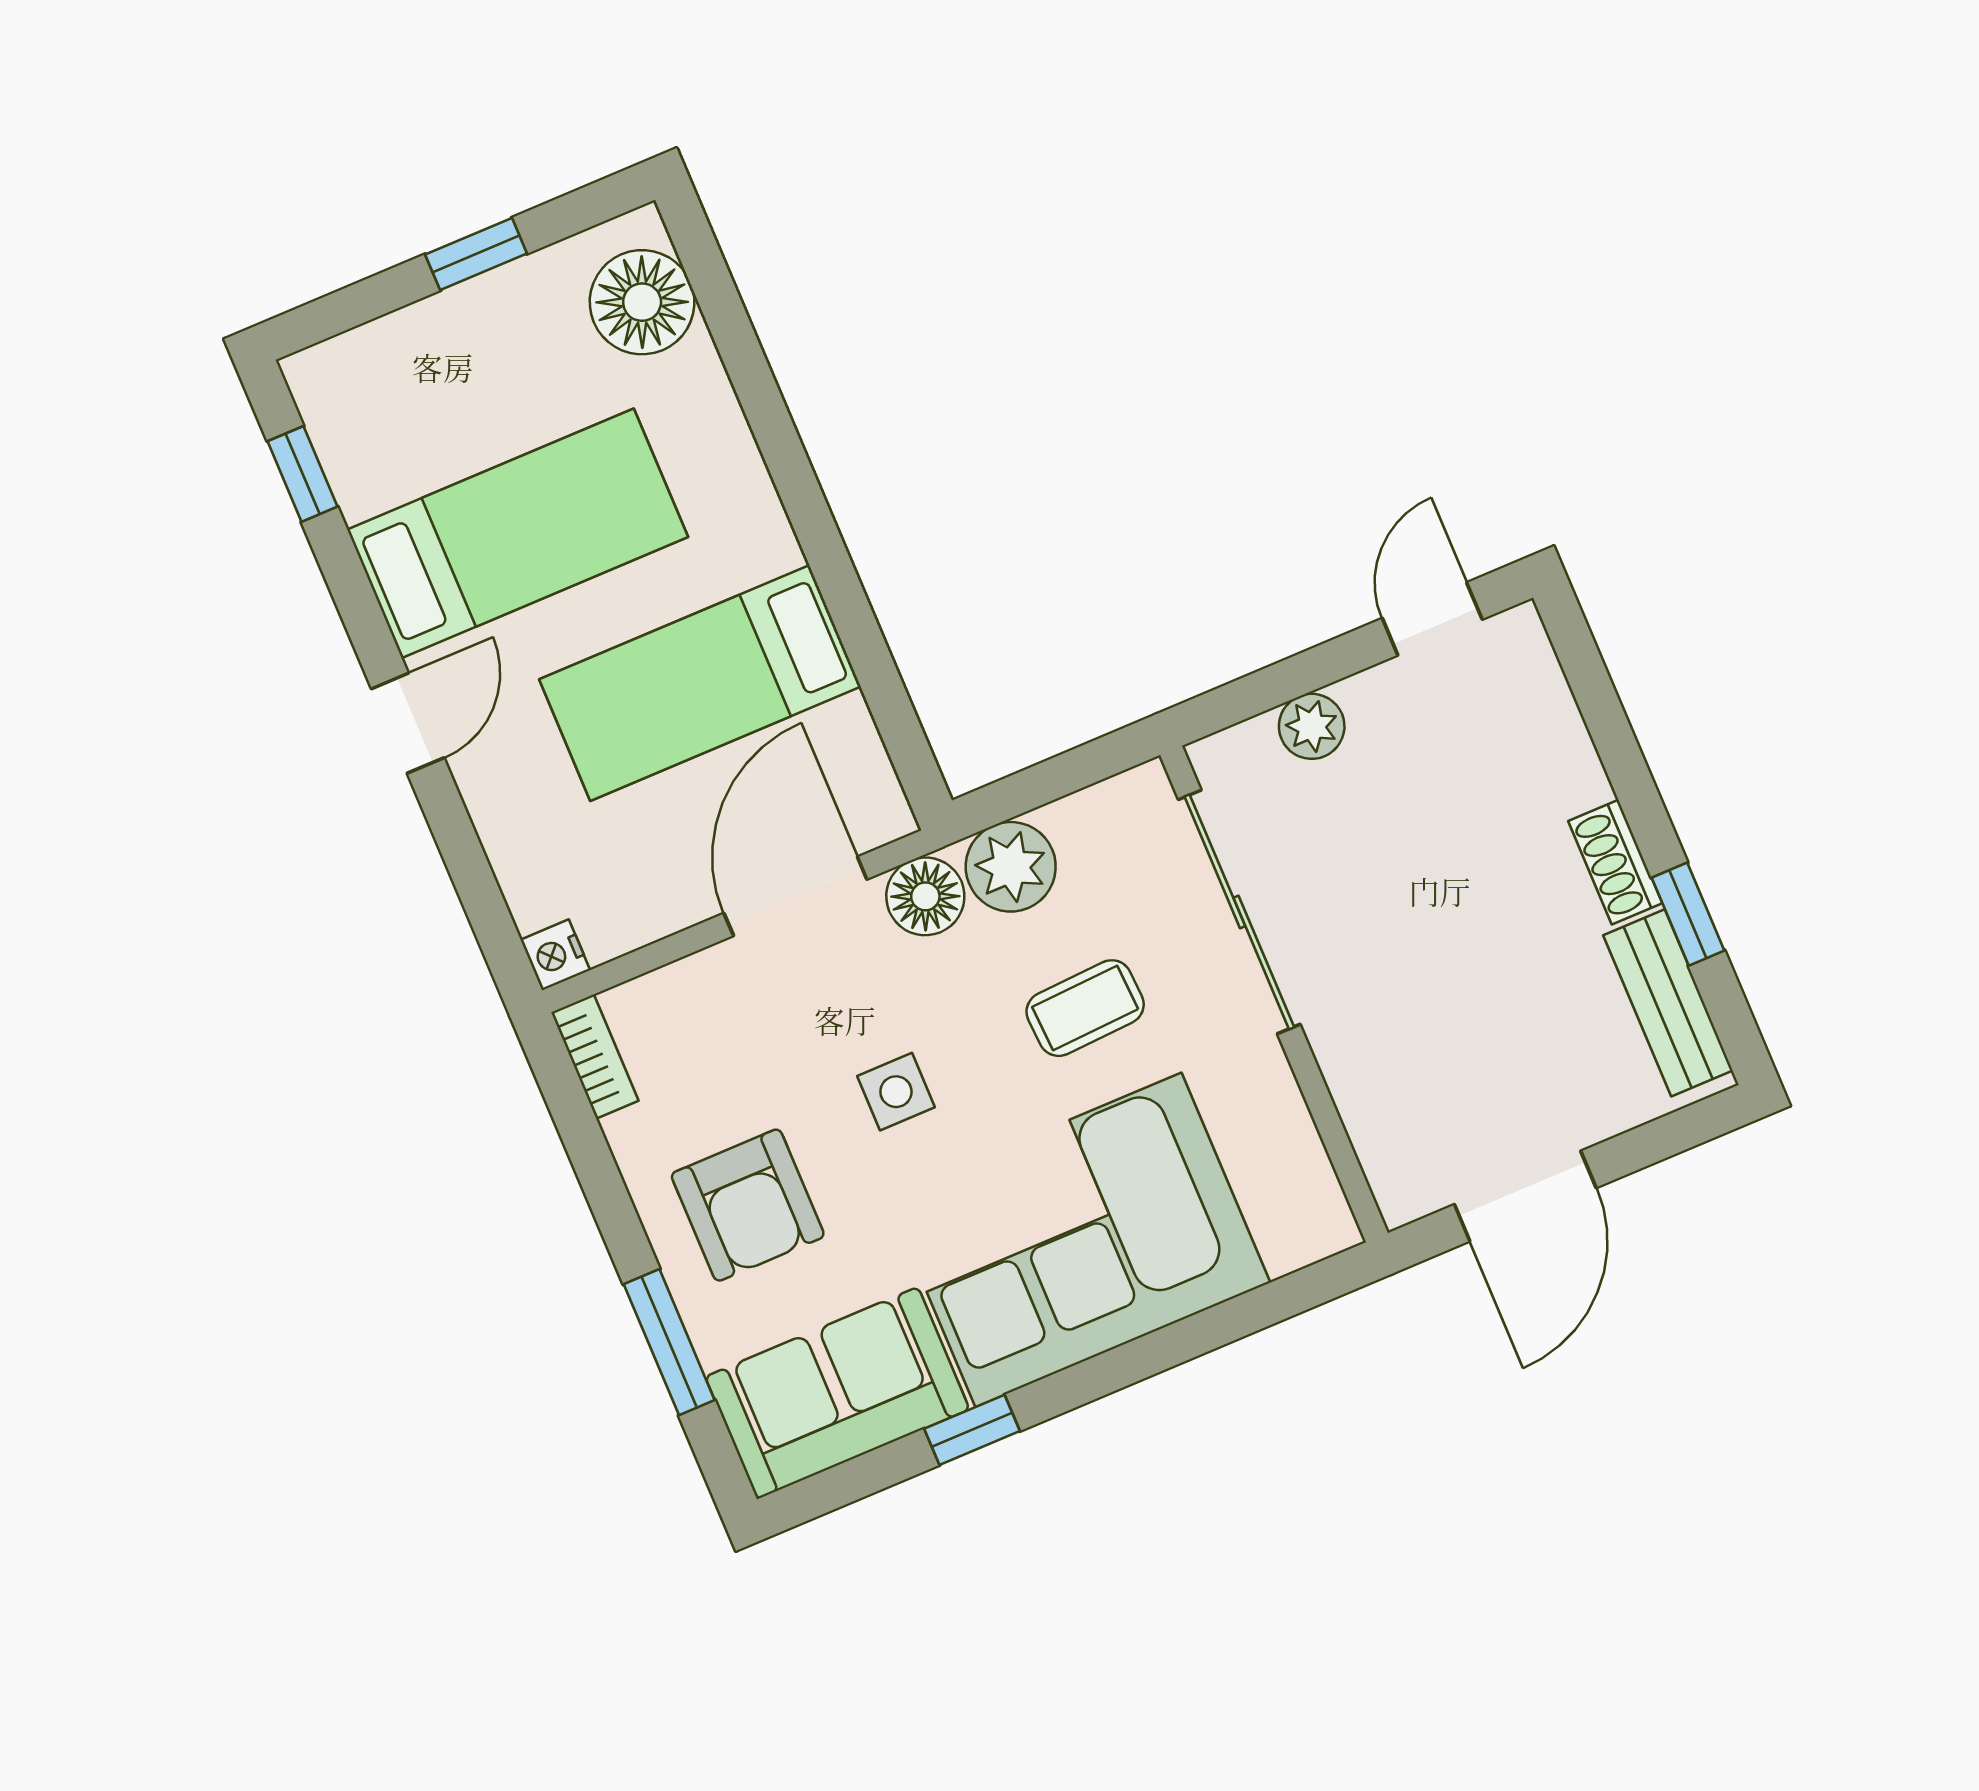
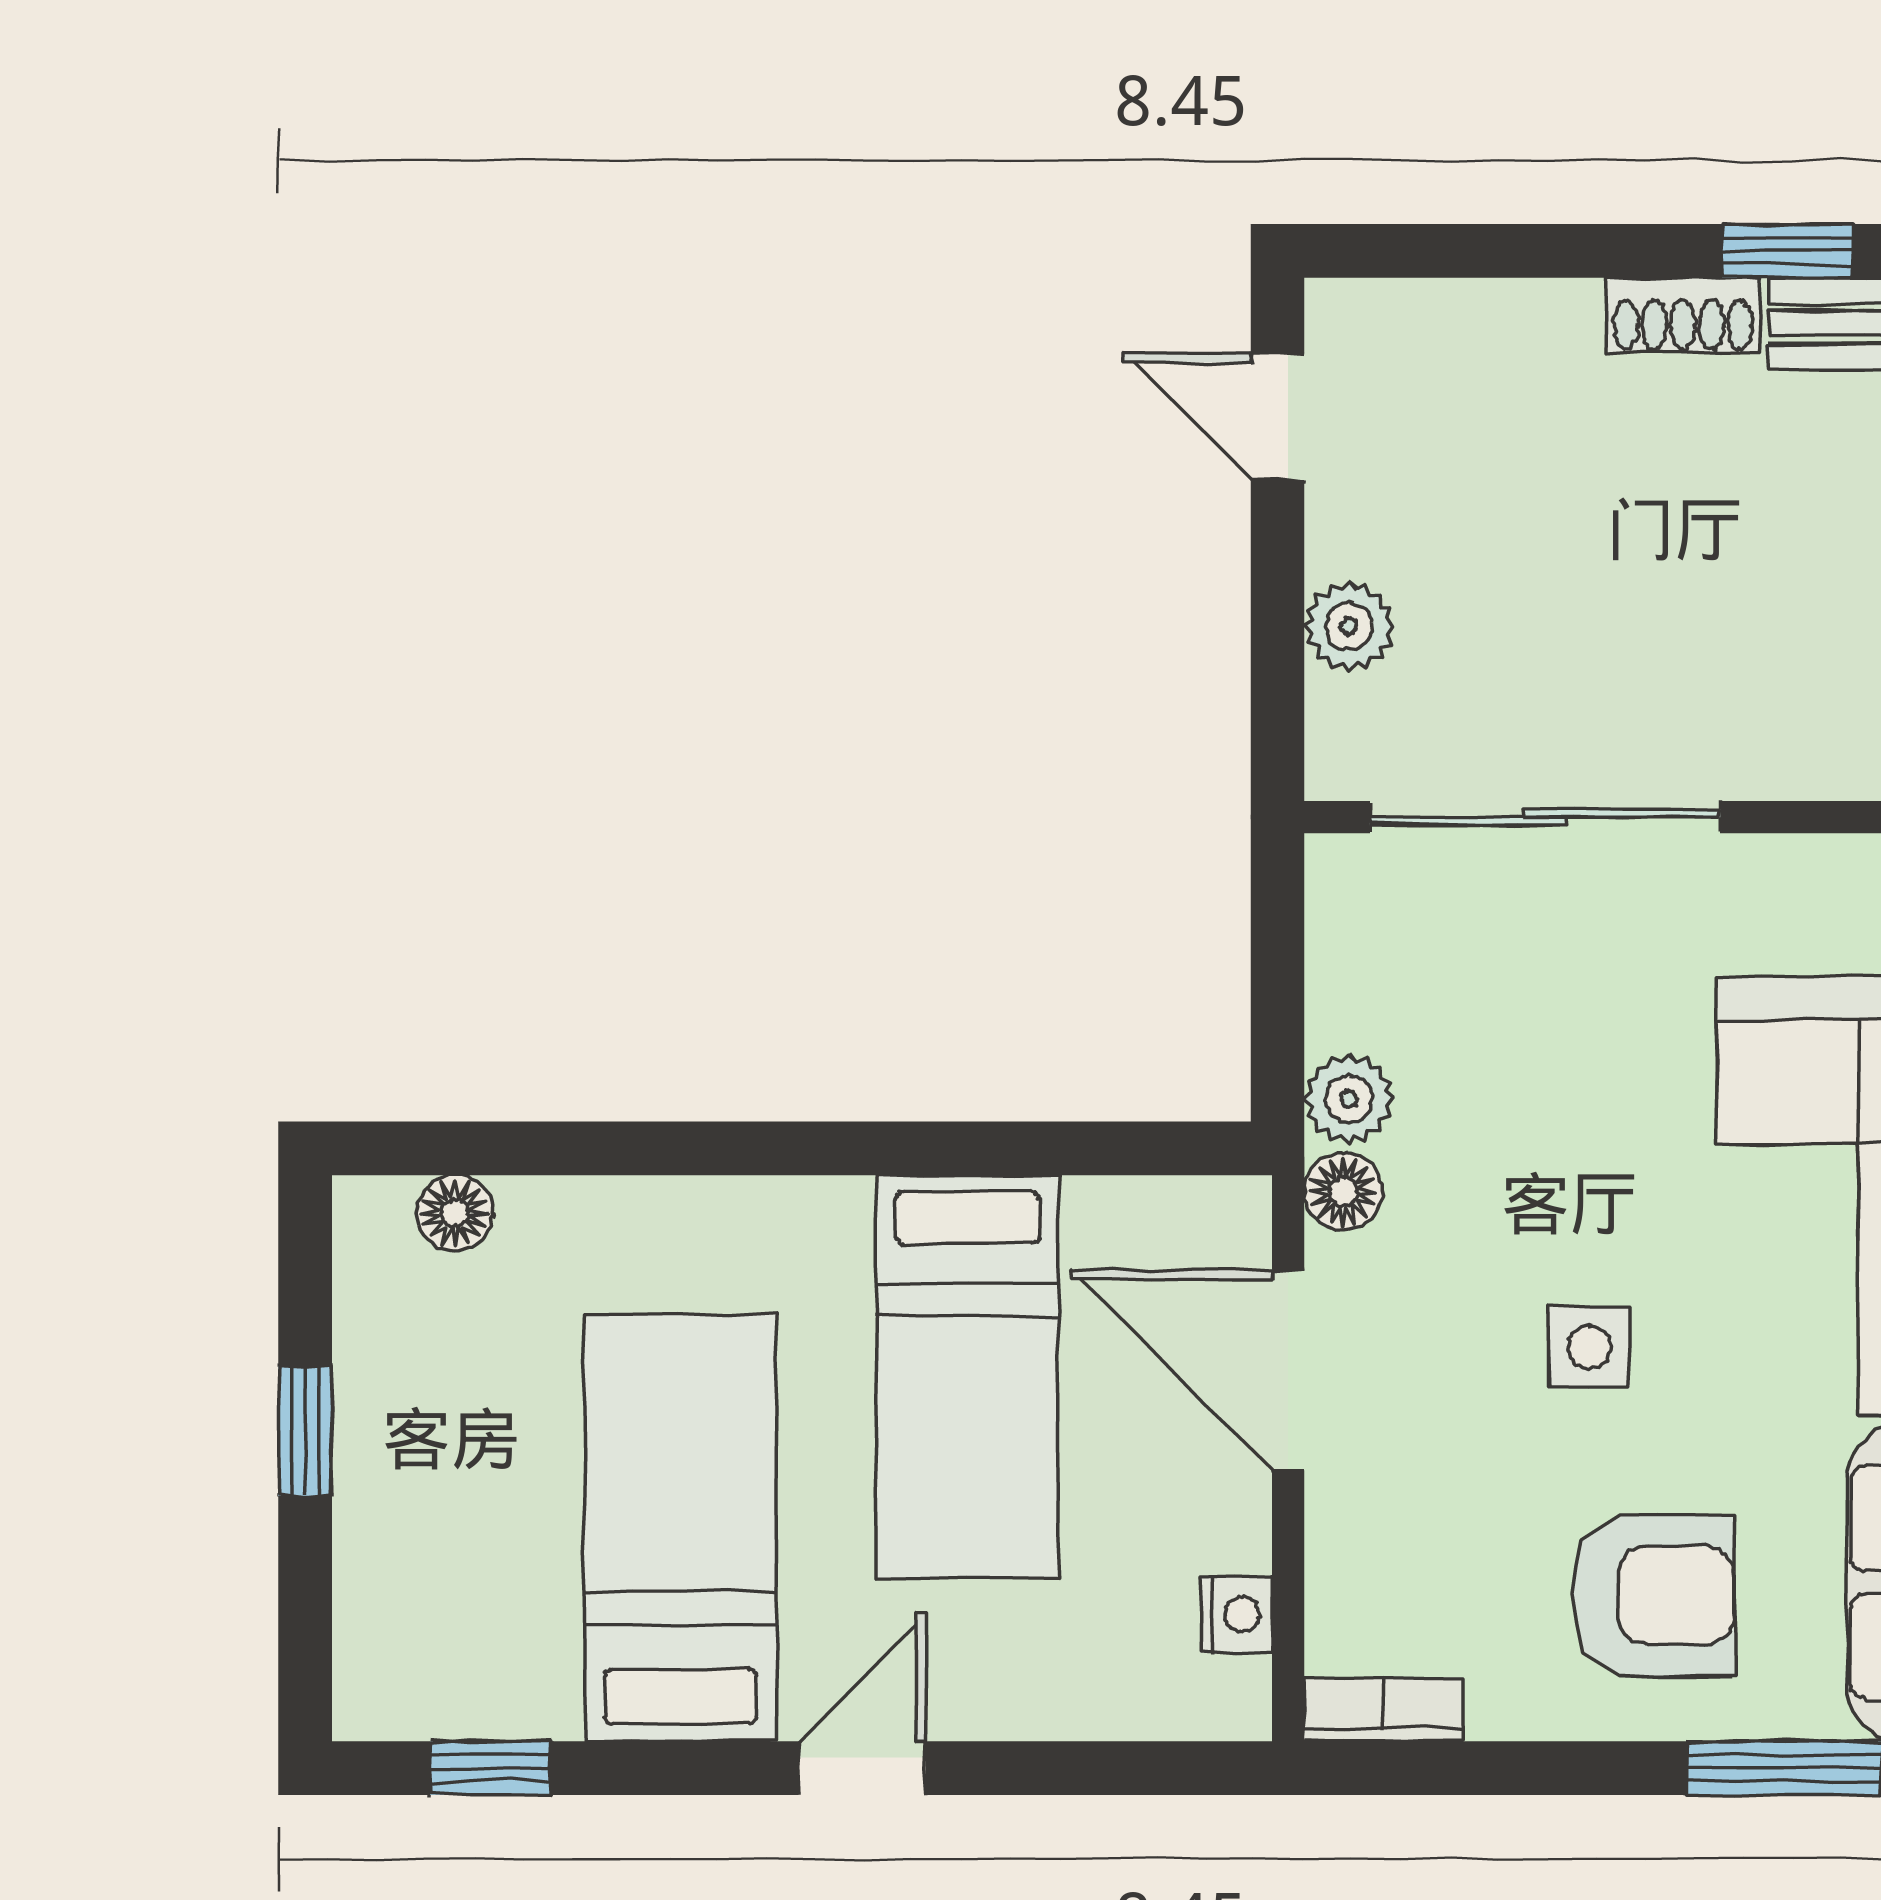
floor lamp: (642, 302) -> (455, 1213), width x0.53, depth x0.53
door: (408, 723) -> (862, 1768), hinge flipped
plant: (1011, 867) -> (1349, 1099), width x0.73, depth x0.73
floor lamp: (925, 896) -> (1343, 1191), width x0.73, depth x0.73
nightstand: (555, 955) -> (1236, 1614), moved, turned -90
coffee table: (1085, 1008) -> (1584, 1064), removed

